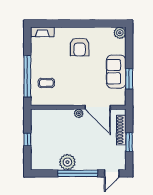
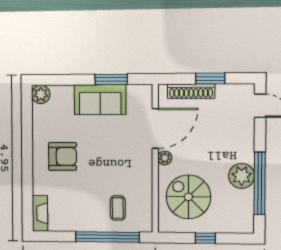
spiral stairs: (54, 129) -> (188, 197), added
window: (78, 173) -> (260, 184), moved

